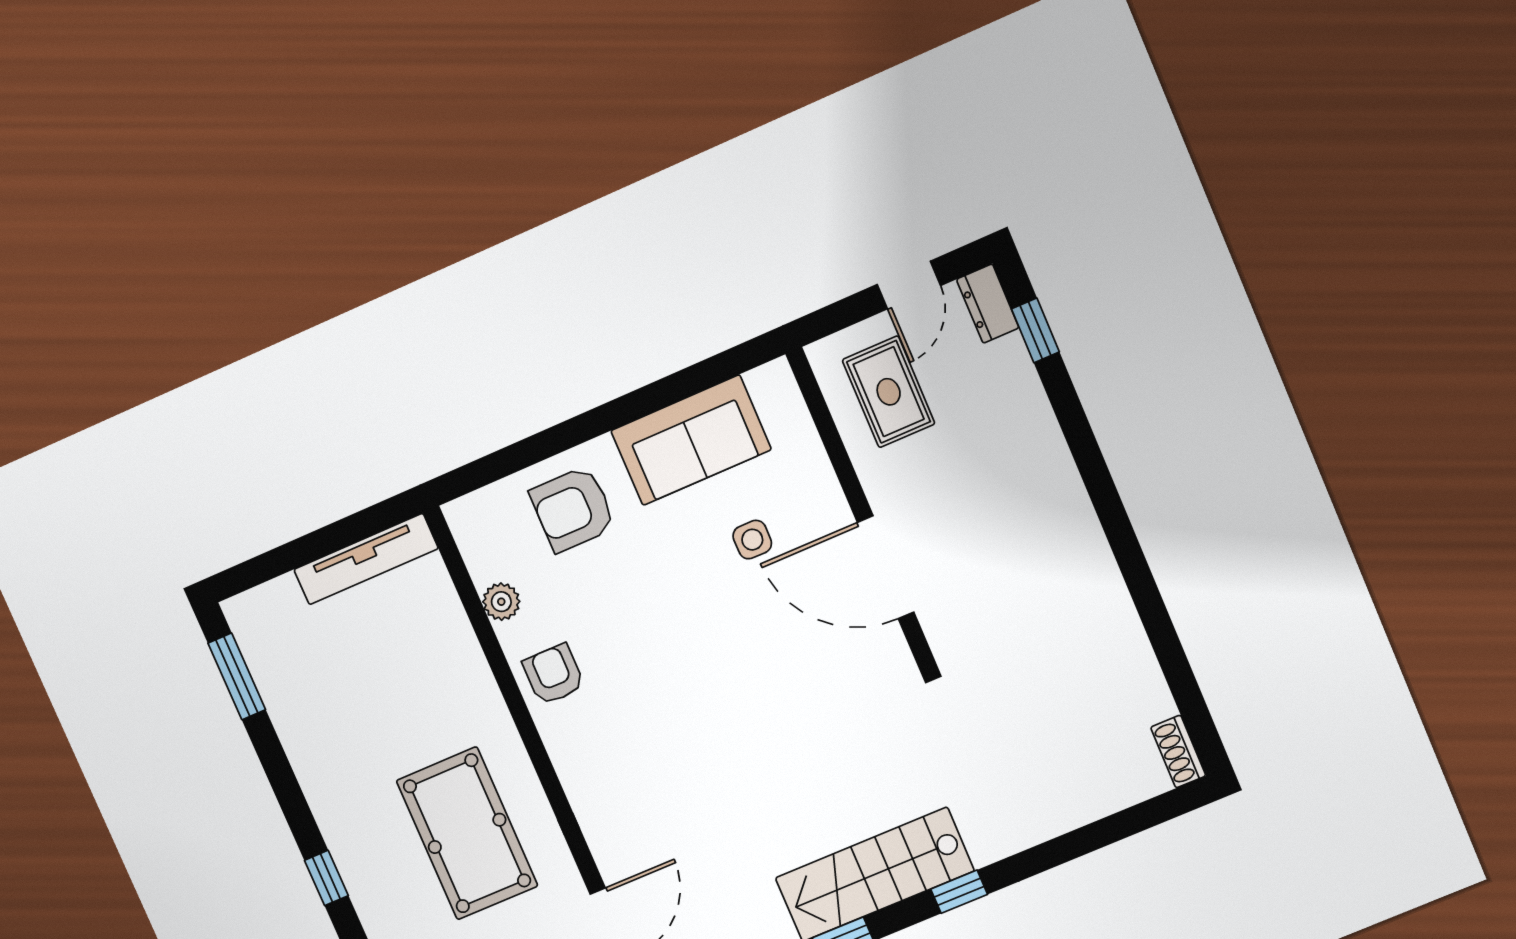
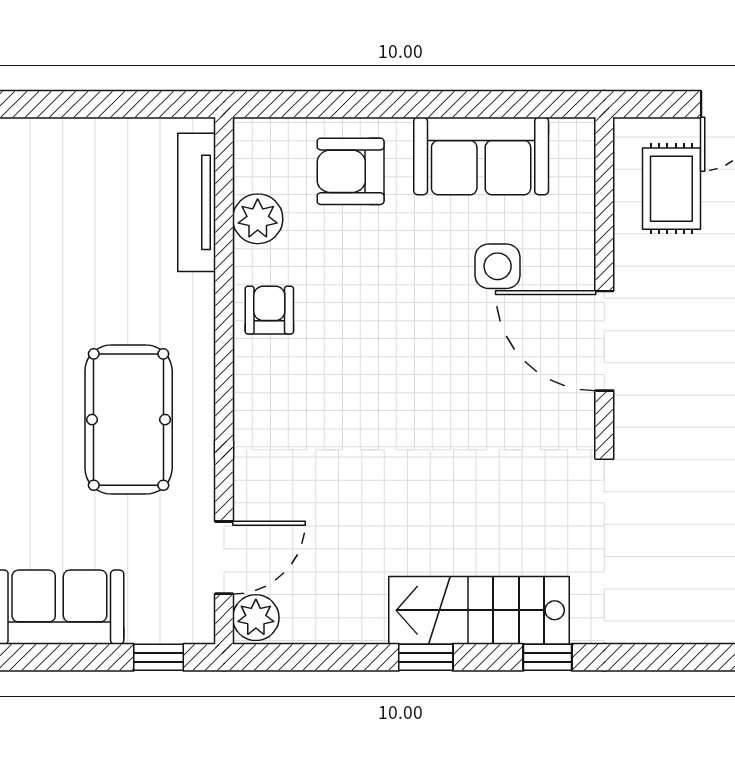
side table: (752, 540) -> (498, 266), width x1.37, depth x1.37
tv unit: (366, 559) -> (197, 202), moved, turned 90
plant: (501, 602) -> (258, 219), width x1.38, depth x1.38

